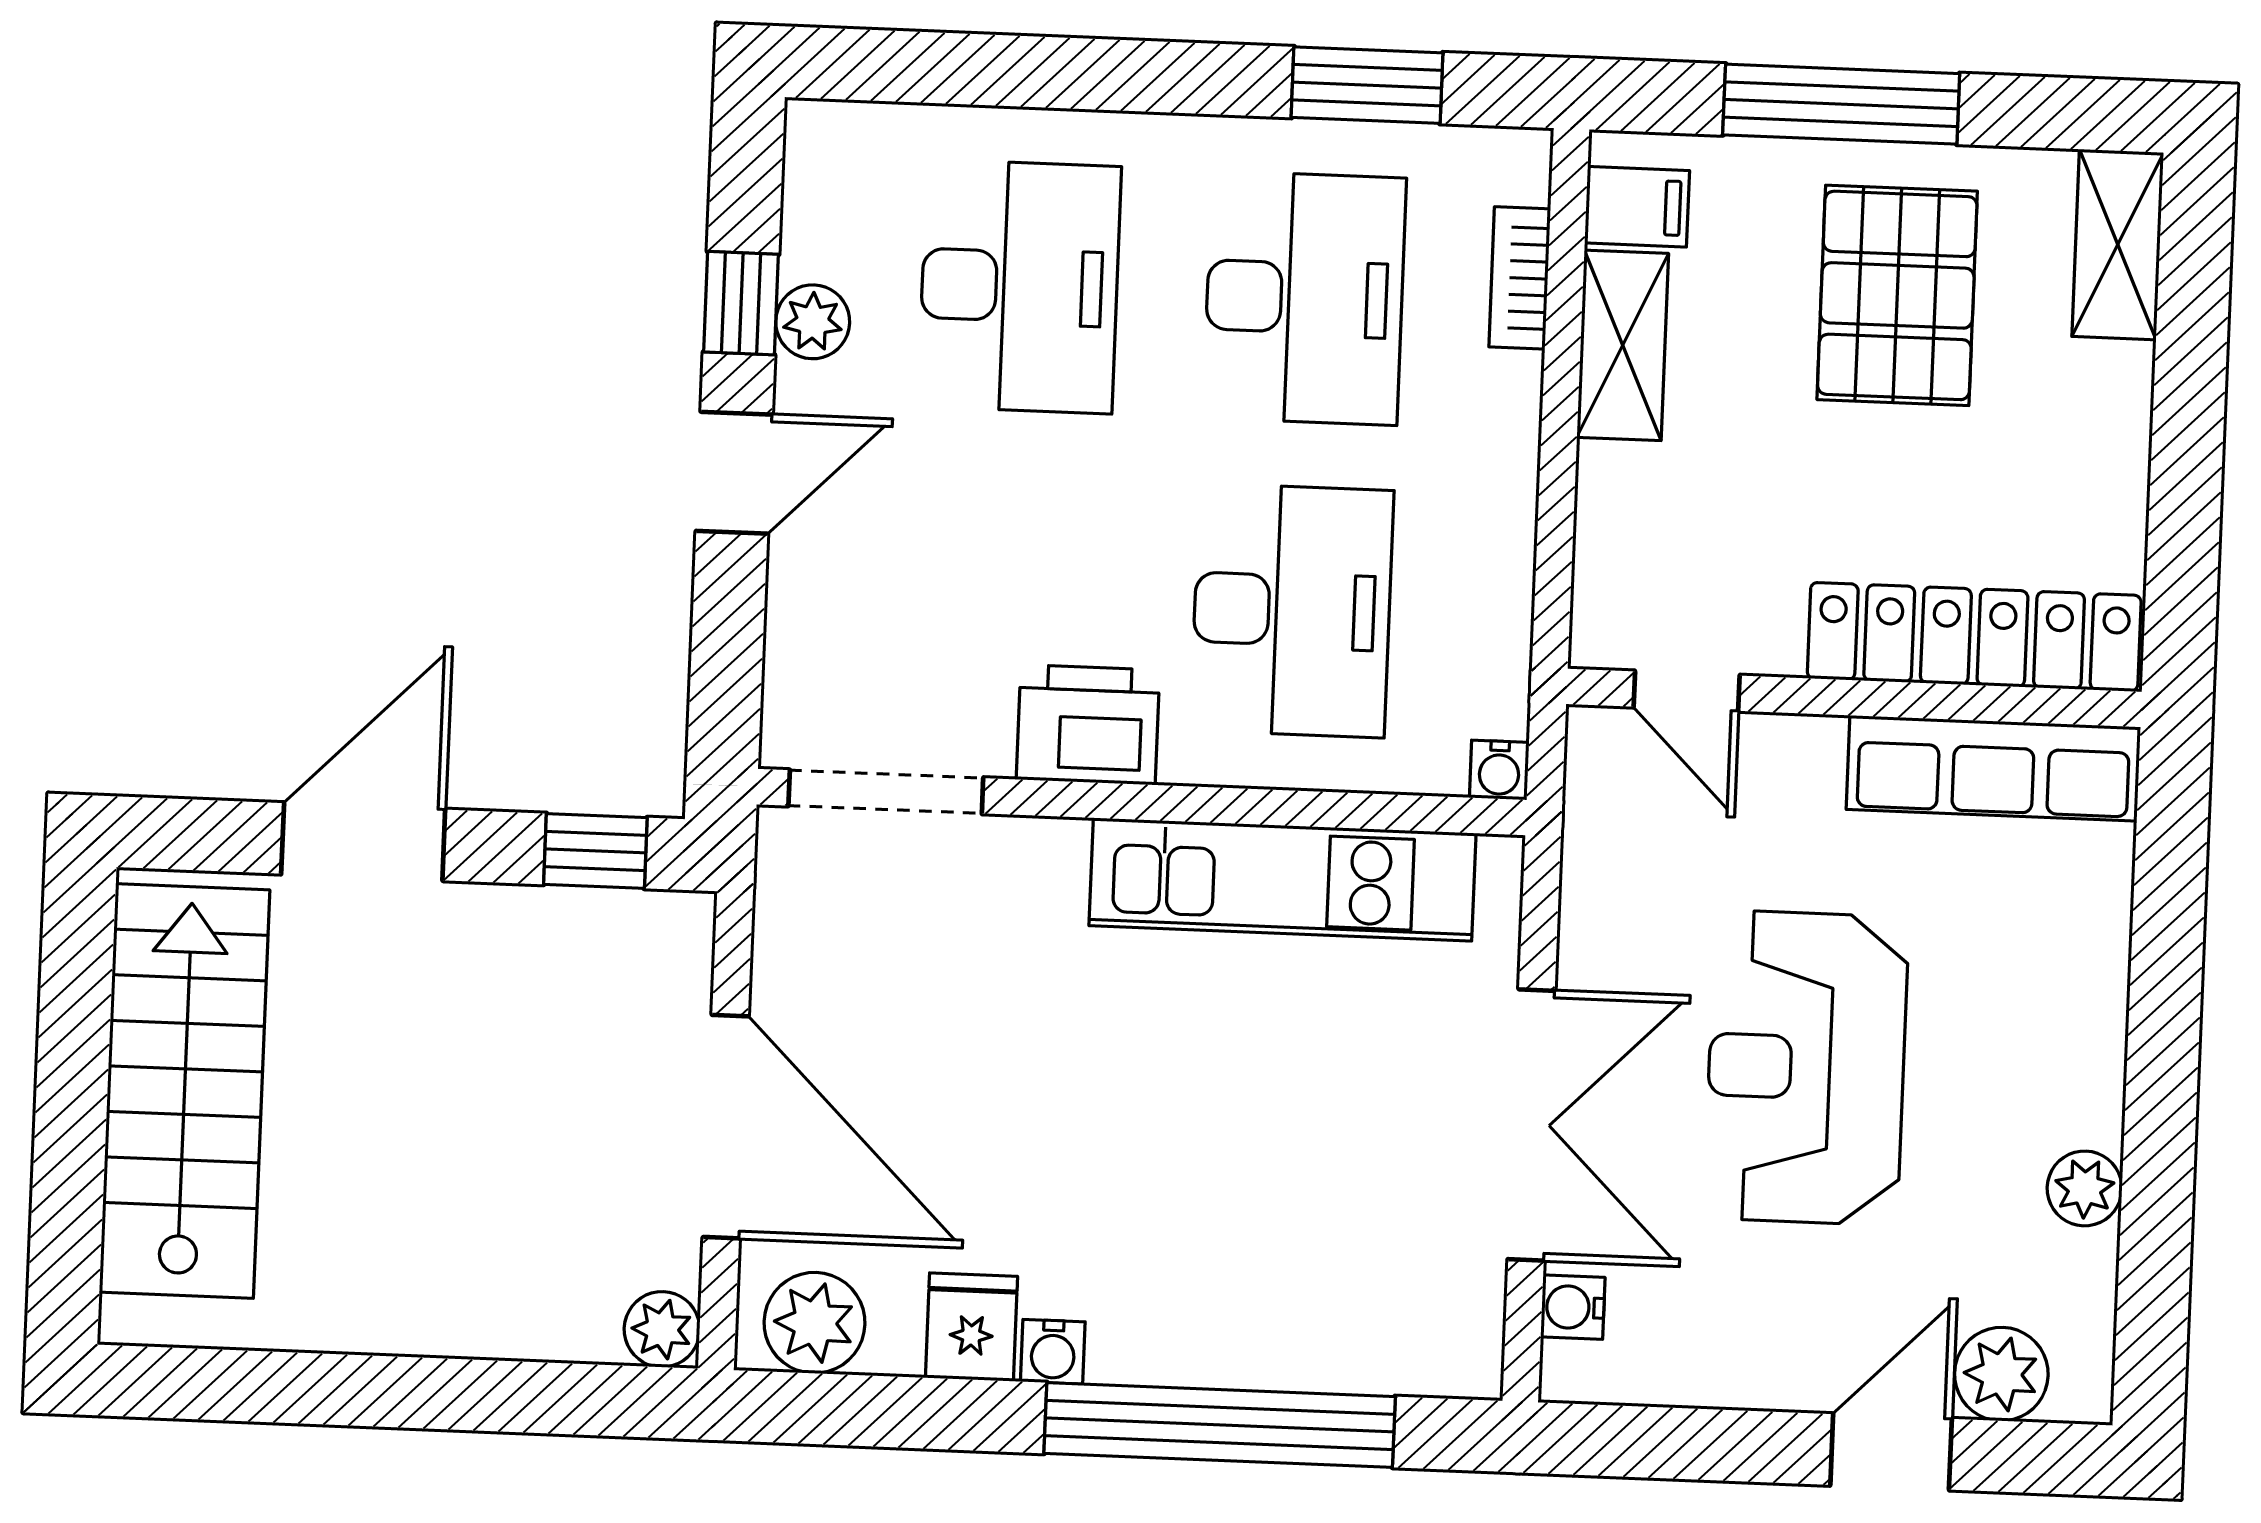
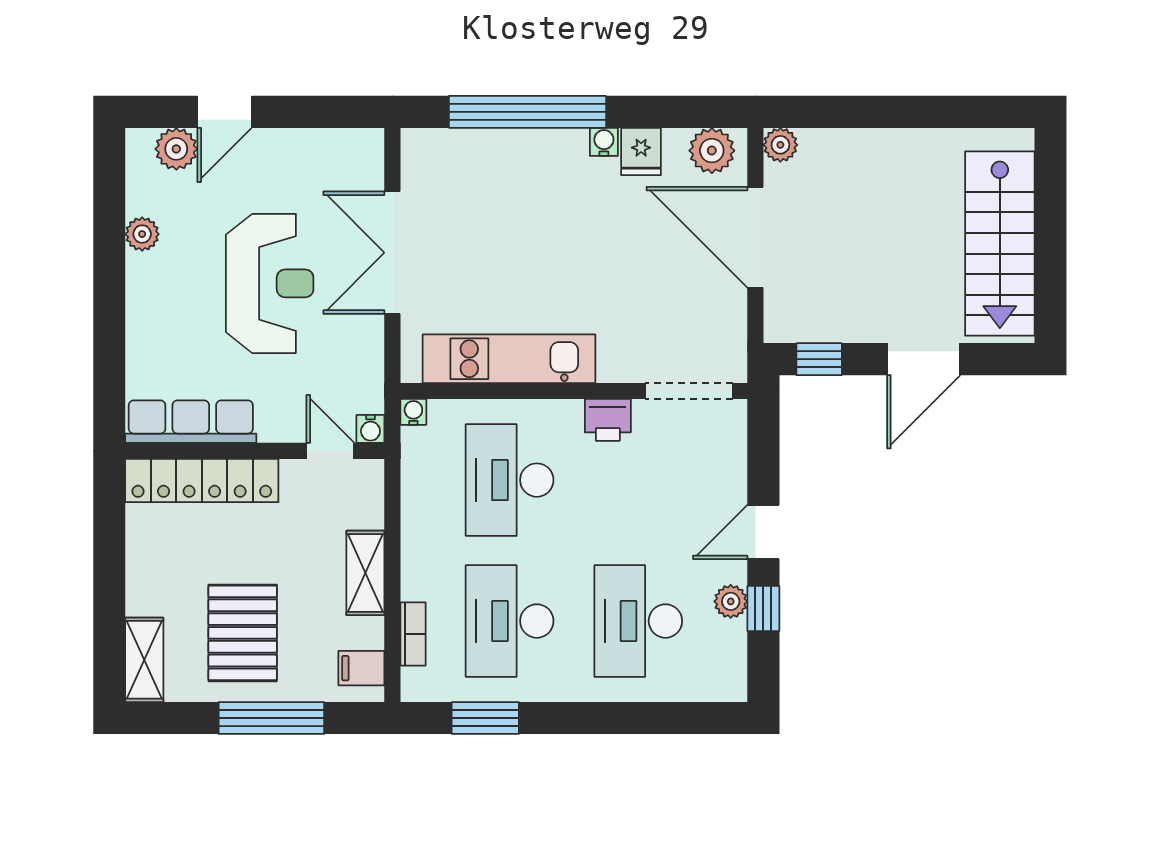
shelving: (1623, 345) -> (365, 573), moved
printer: (1088, 725) -> (608, 420), width x0.73, depth x0.81
water cooler: (1573, 1307) -> (370, 429), moved, turned 90

